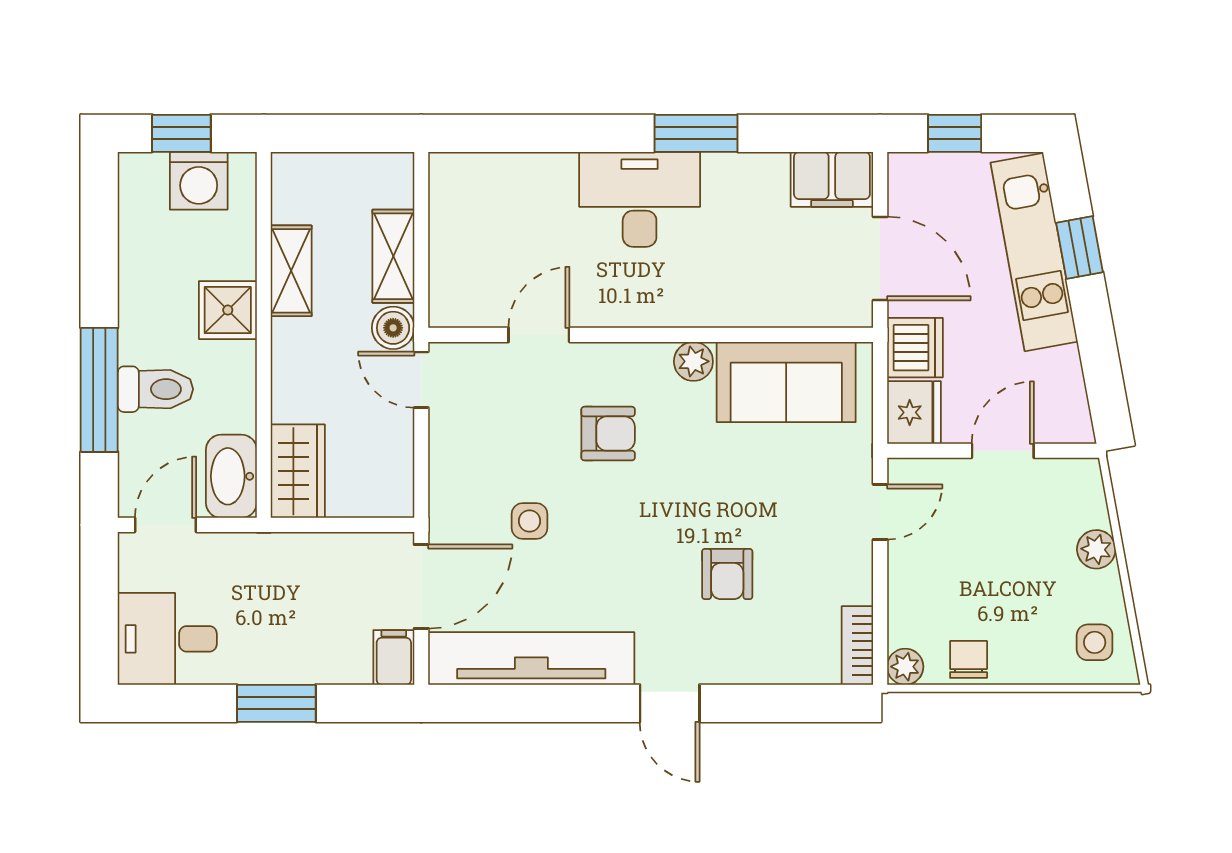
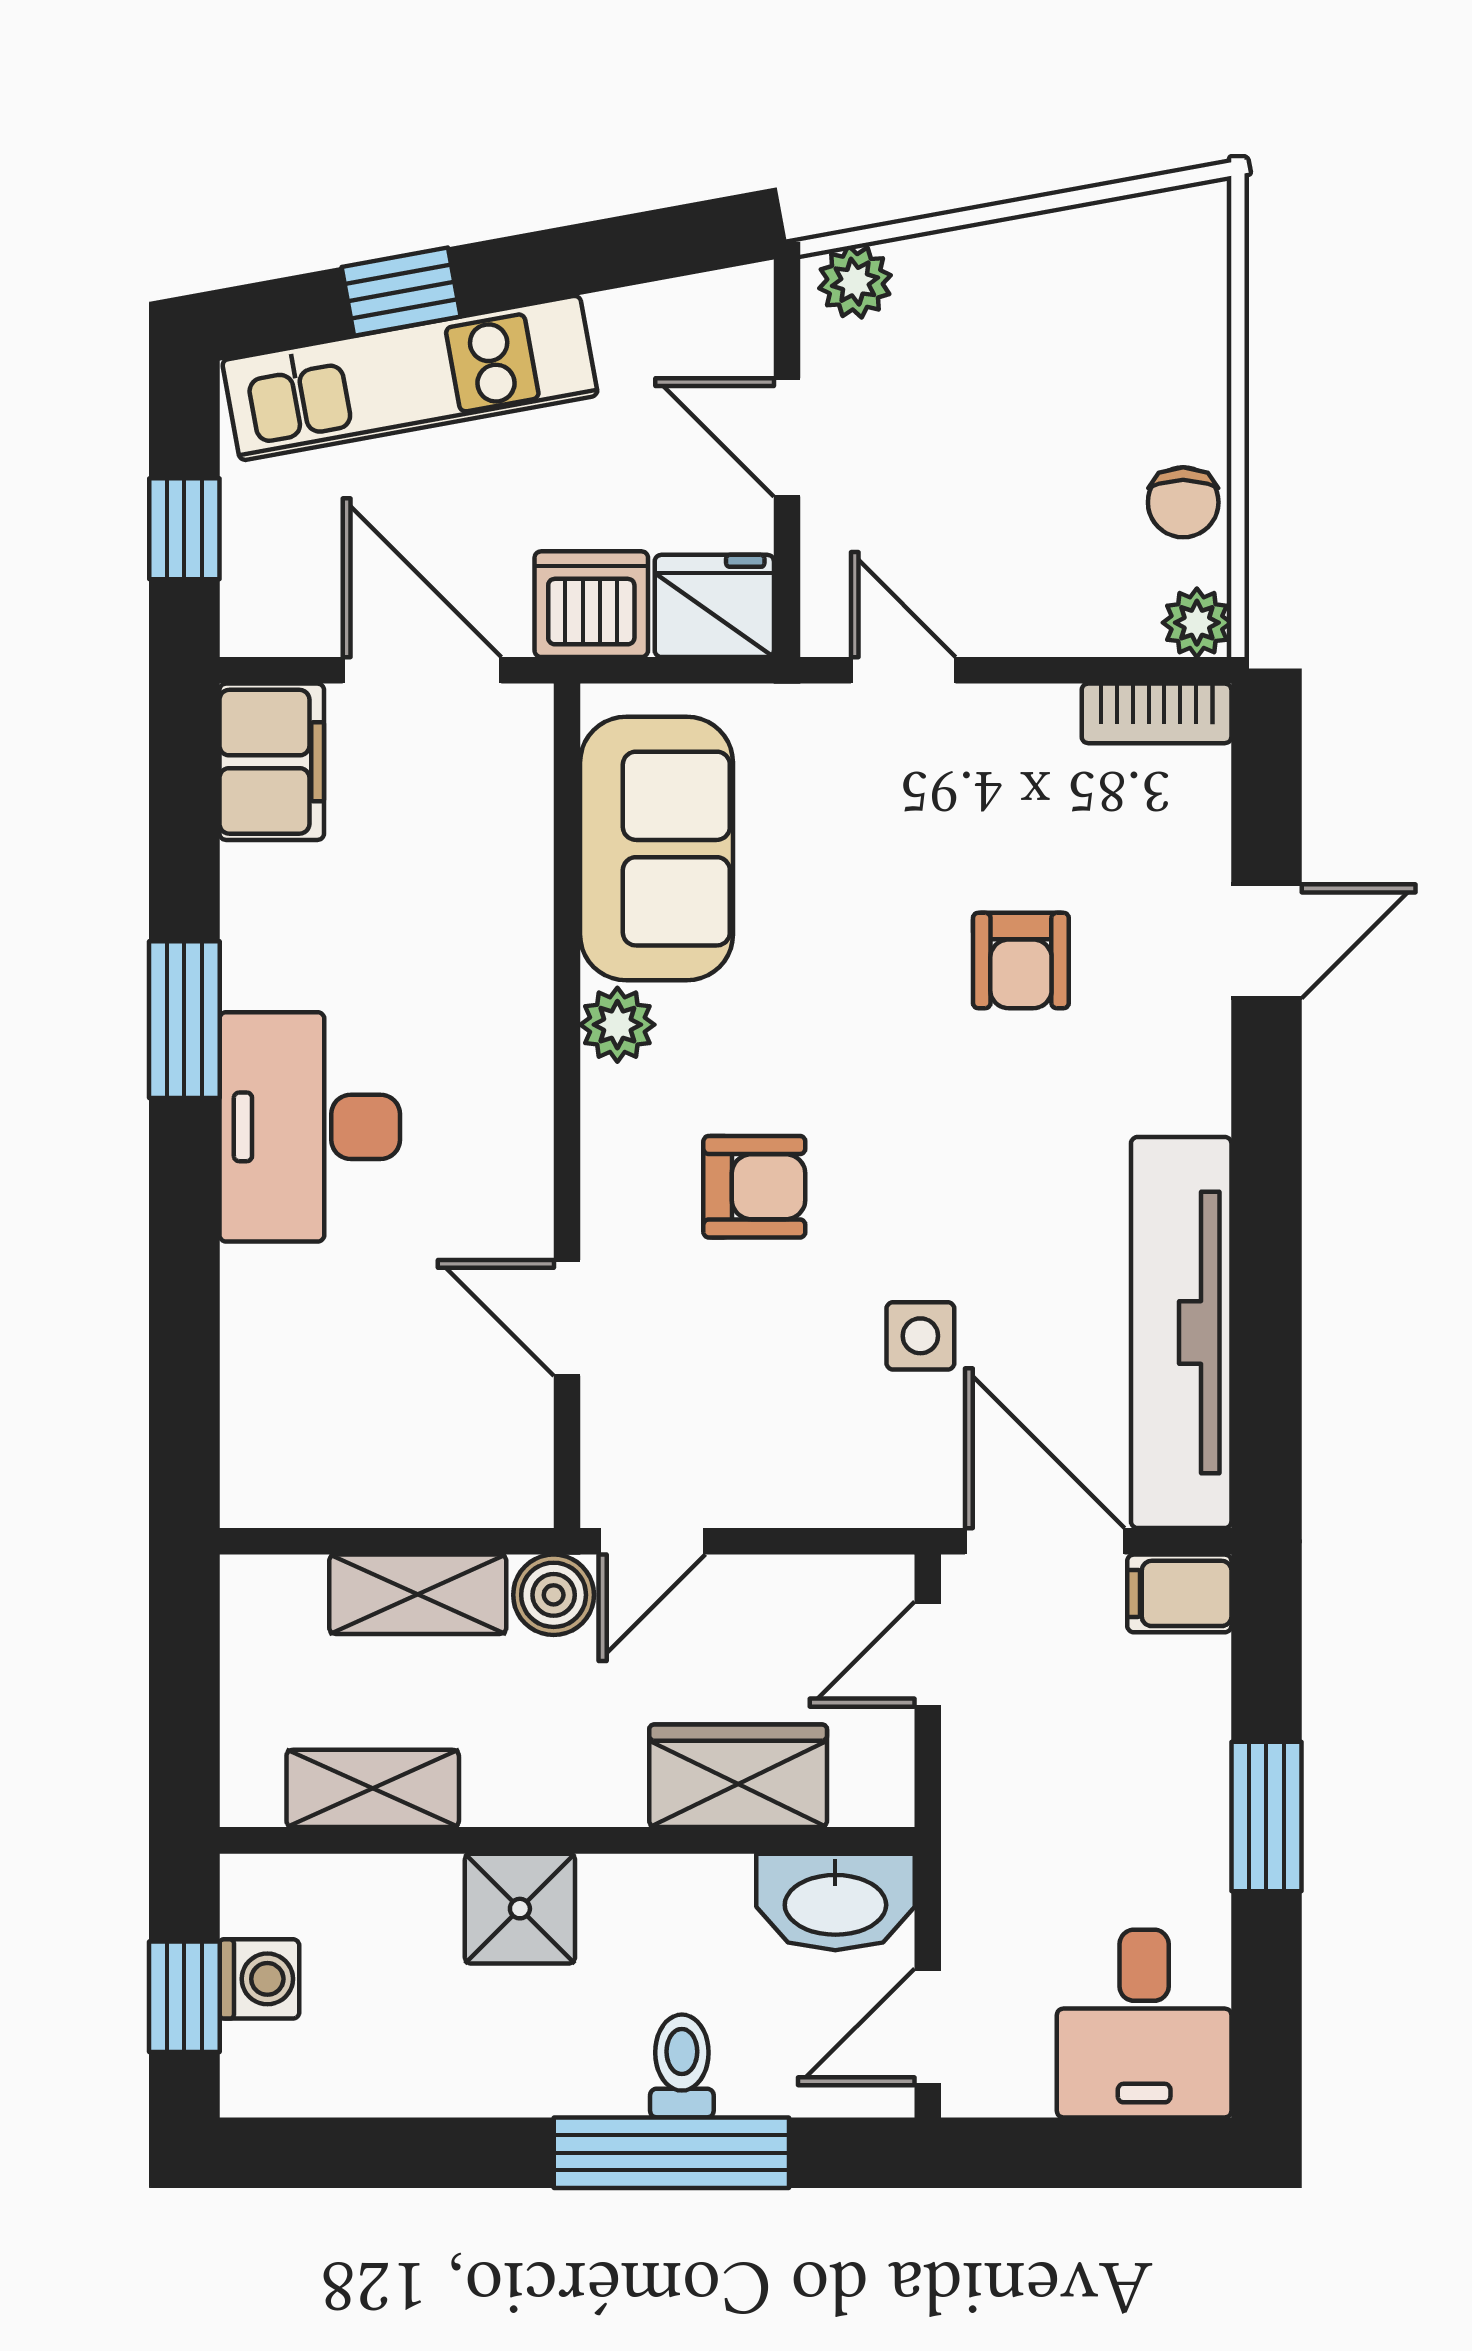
washing machine: (199, 181) -> (259, 1979), width x0.73, depth x0.73
door: (880, 258) -> (422, 670), hinge flipped
shelving: (291, 271) -> (373, 1788), moved
toilet: (155, 389) -> (682, 2066), width x0.73, depth x0.72
armchair: (608, 434) -> (754, 1187), turned 90
wardrobe: (298, 471) -> (738, 1776), moved
door: (165, 525) -> (928, 2027), hinge flipped
door: (362, 525) -> (928, 1654), added
plant: (1096, 549) -> (855, 282), moved
armchair: (727, 574) -> (1021, 961), turned 90
side table: (1095, 642) -> (1151, 263), removed
chair: (969, 659) -> (1183, 502), turned -90
door: (670, 703) -> (1266, 941), moved

